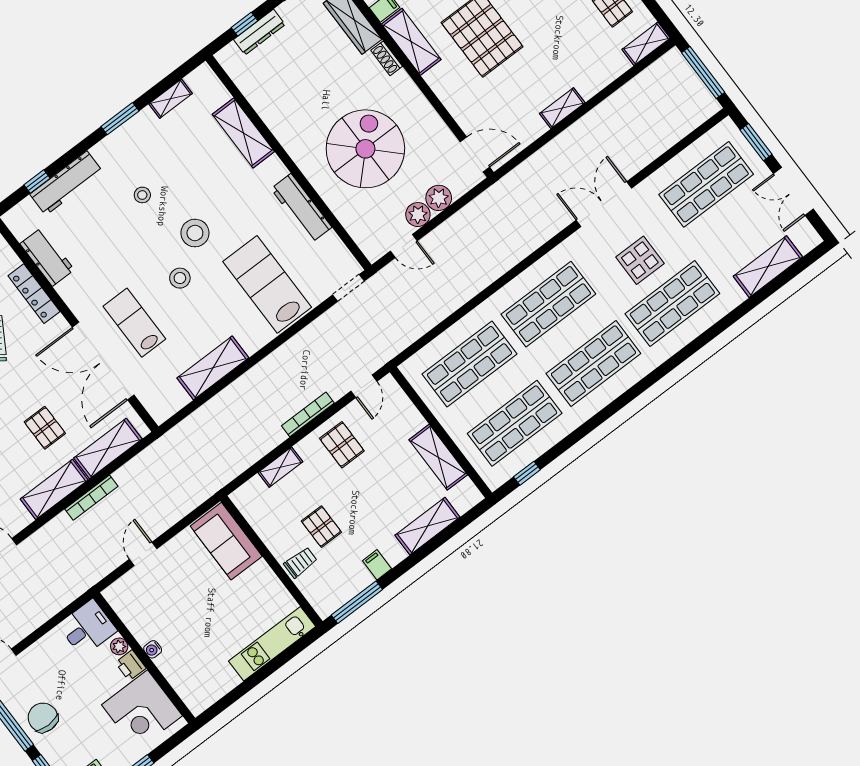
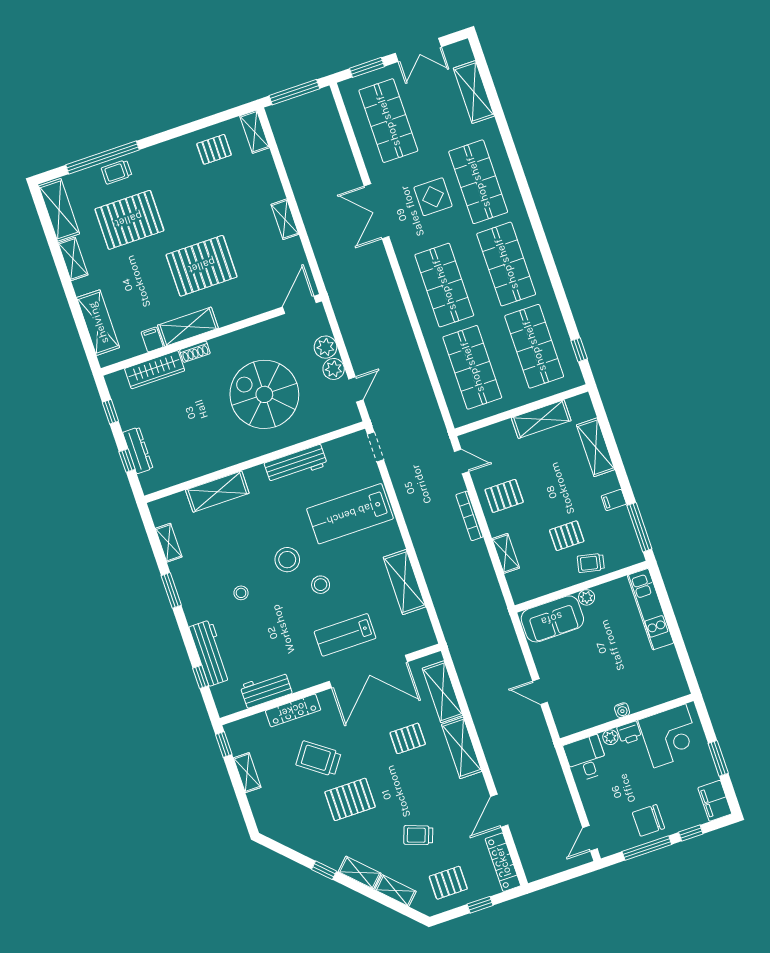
bookcase: (91, 498) -> (479, 719), removed
trolley: (300, 562) -> (591, 563), turned -78
plant: (262, 570) -> (587, 597), added

